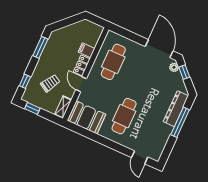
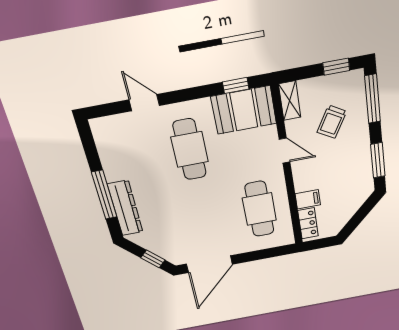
door: (159, 49) -> (209, 264), hinge flipped
locker: (82, 65) -> (308, 223), moved
plant: (174, 67) -> (171, 256), removed
window: (25, 81) -> (373, 99), width x2.17
window: (82, 131) -> (236, 85), added
door: (140, 157) -> (144, 103), moved

